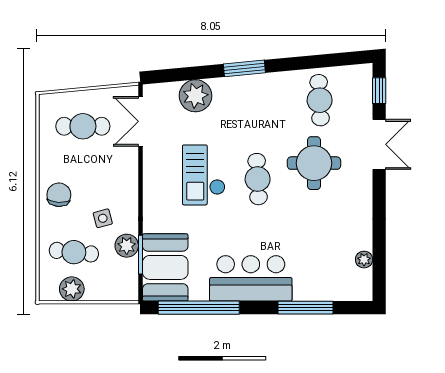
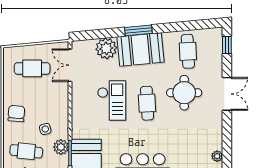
booth: (248, 97) -> (140, 49), added
double door: (379, 144) -> (227, 94), moved
checkout: (204, 175) -> (112, 100), turned 180

